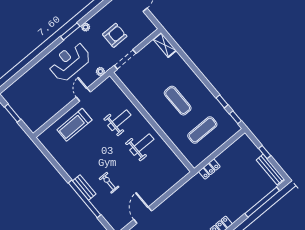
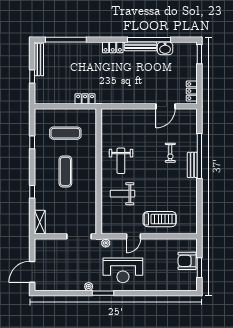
armchair: (115, 35) -> (187, 261), moved
window: (235, 117) -> (32, 192), moved
weight bench: (142, 145) -> (121, 161), turned -90

